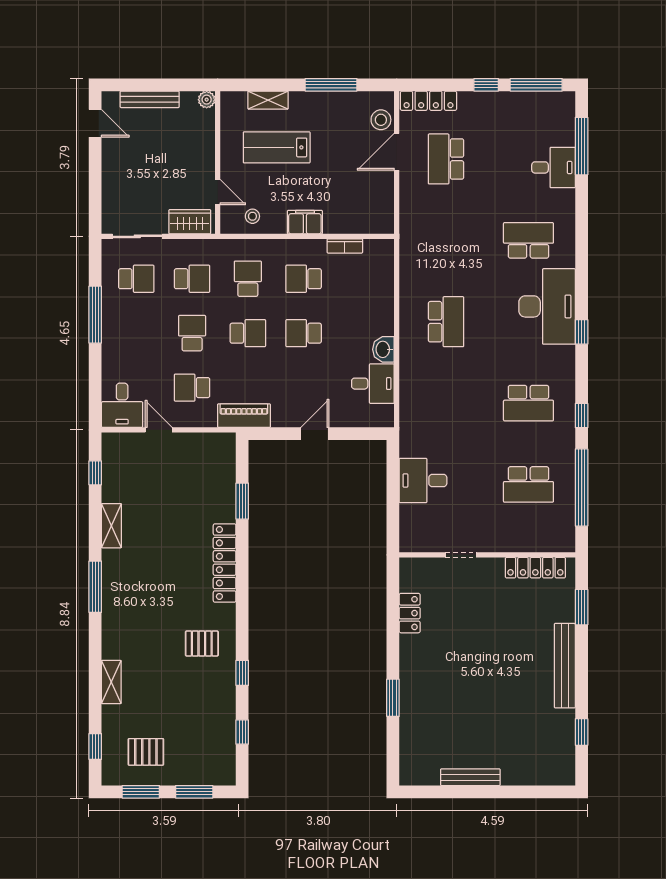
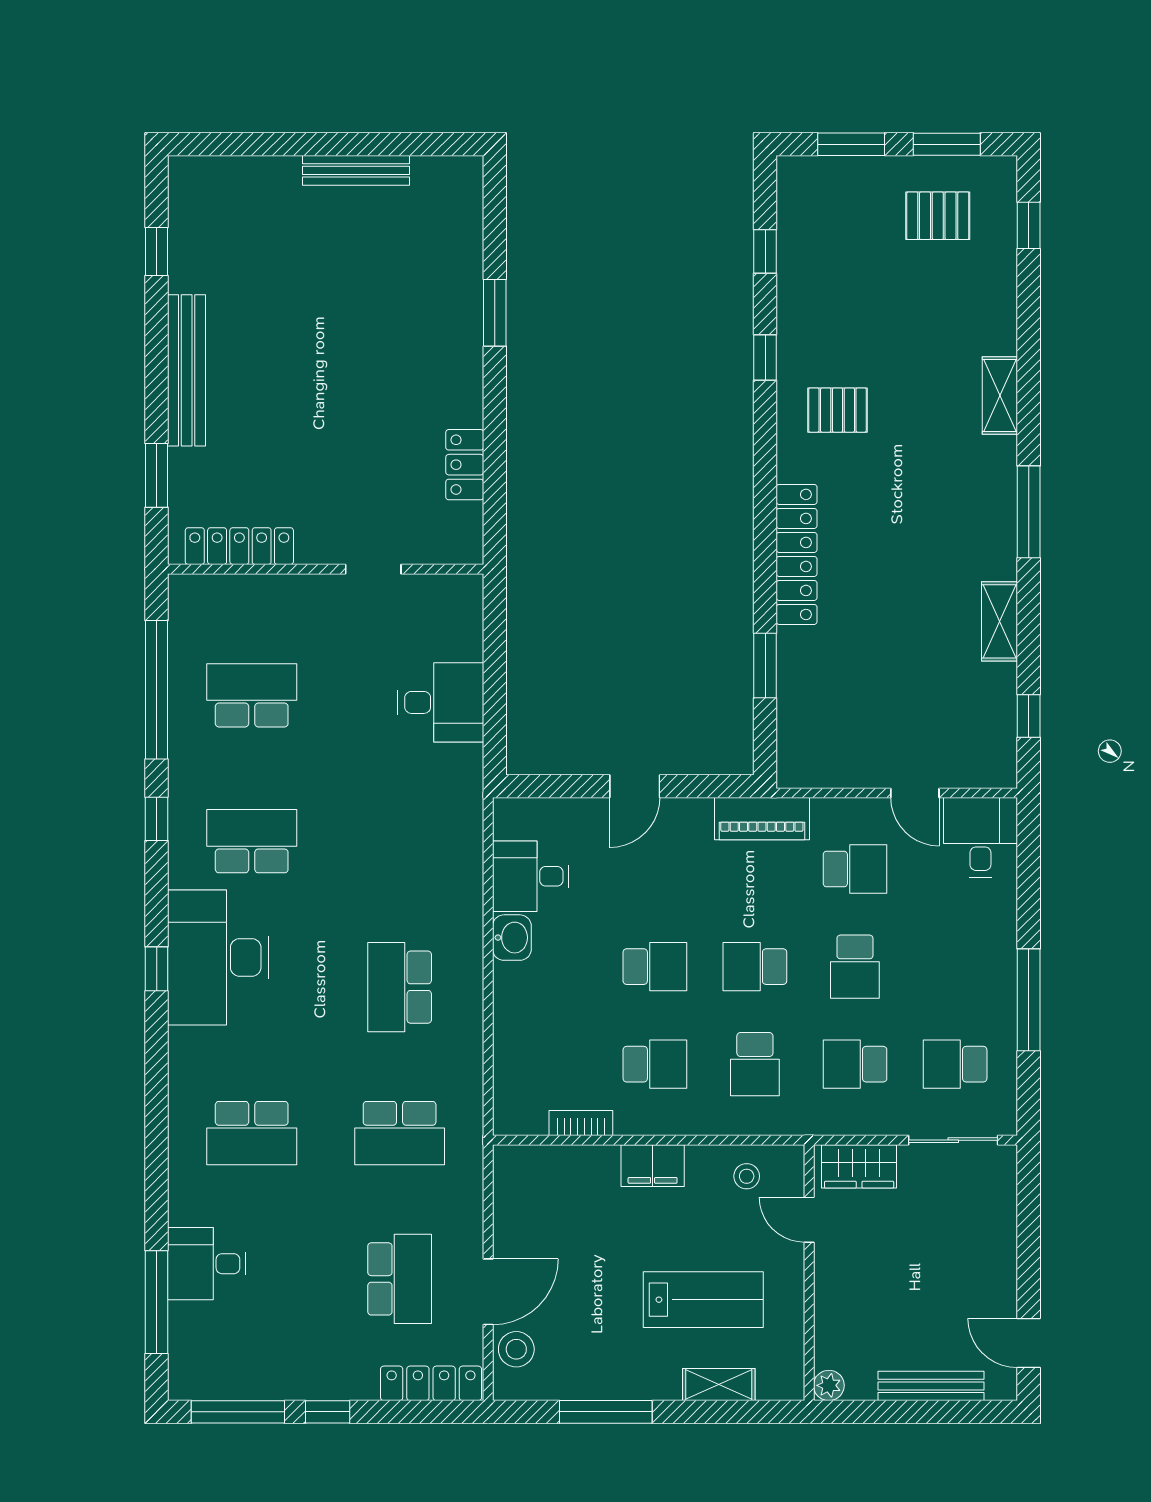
school desk: (446, 240) -> (400, 1133), added
desk: (547, 306) -> (218, 957), moved
shelving: (111, 682) -> (1000, 396), moved

